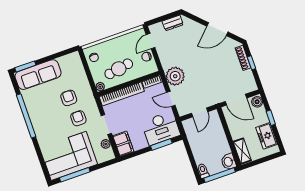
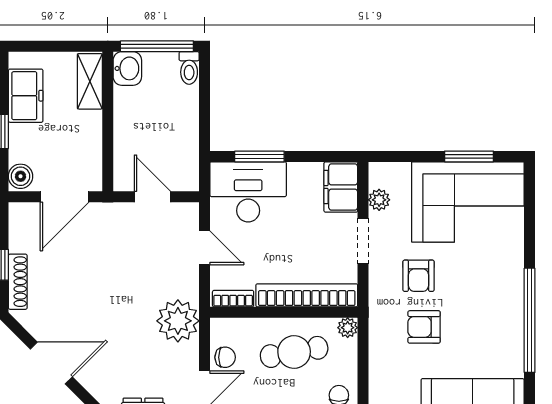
plant: (175, 76) -> (178, 321), moved
armchair: (69, 98) -> (424, 327), turned 90
door: (236, 100) -> (65, 197), swing flipped
door: (200, 112) -> (152, 197), hinge flipped
window: (75, 175) -> (469, 156), width x0.69

